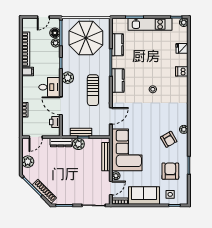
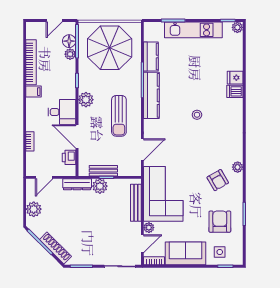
fridge: (182, 48) -> (235, 78), moved
kitchen counter: (118, 80) -> (151, 95), width x1.50

